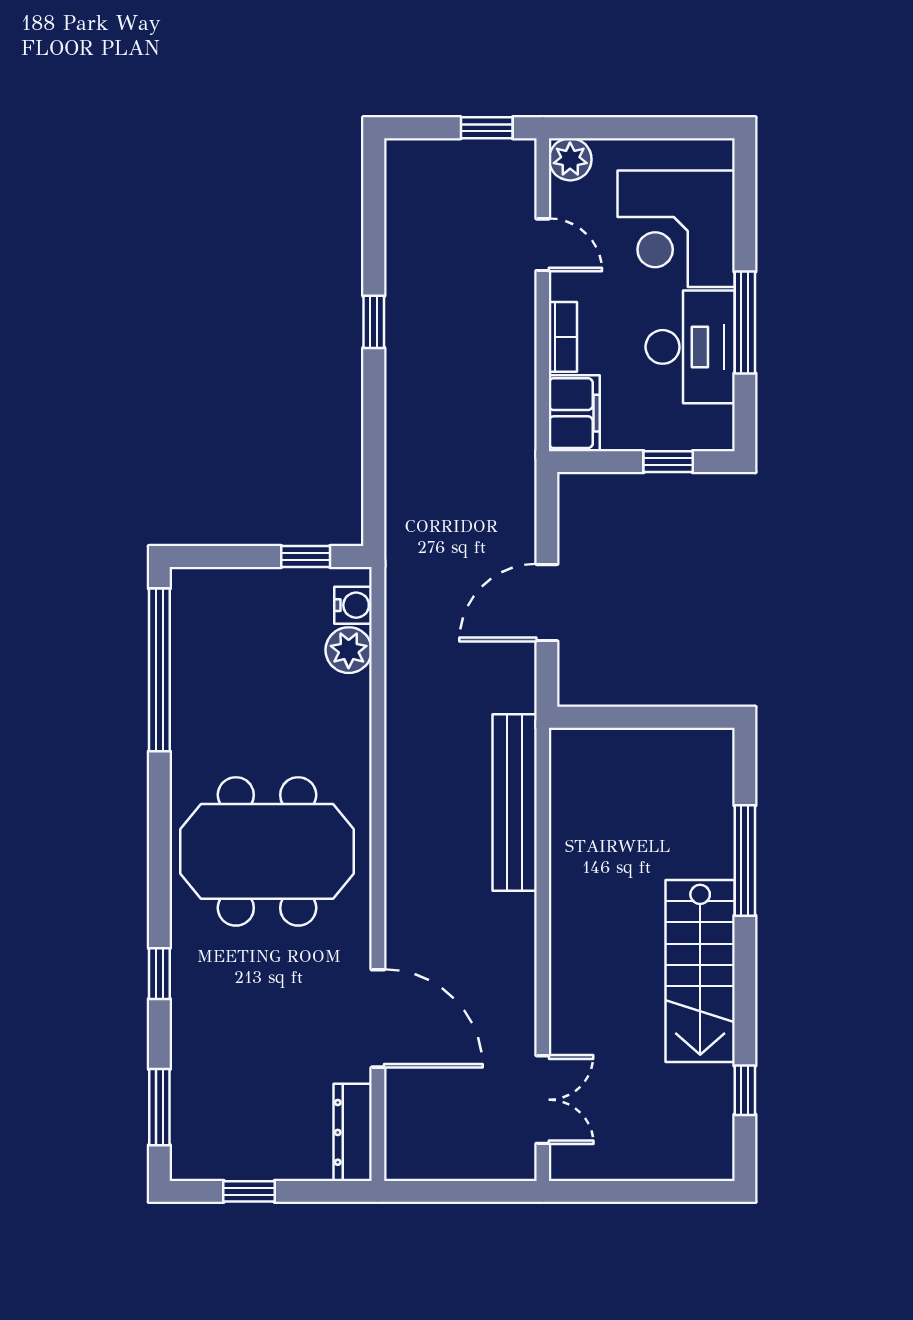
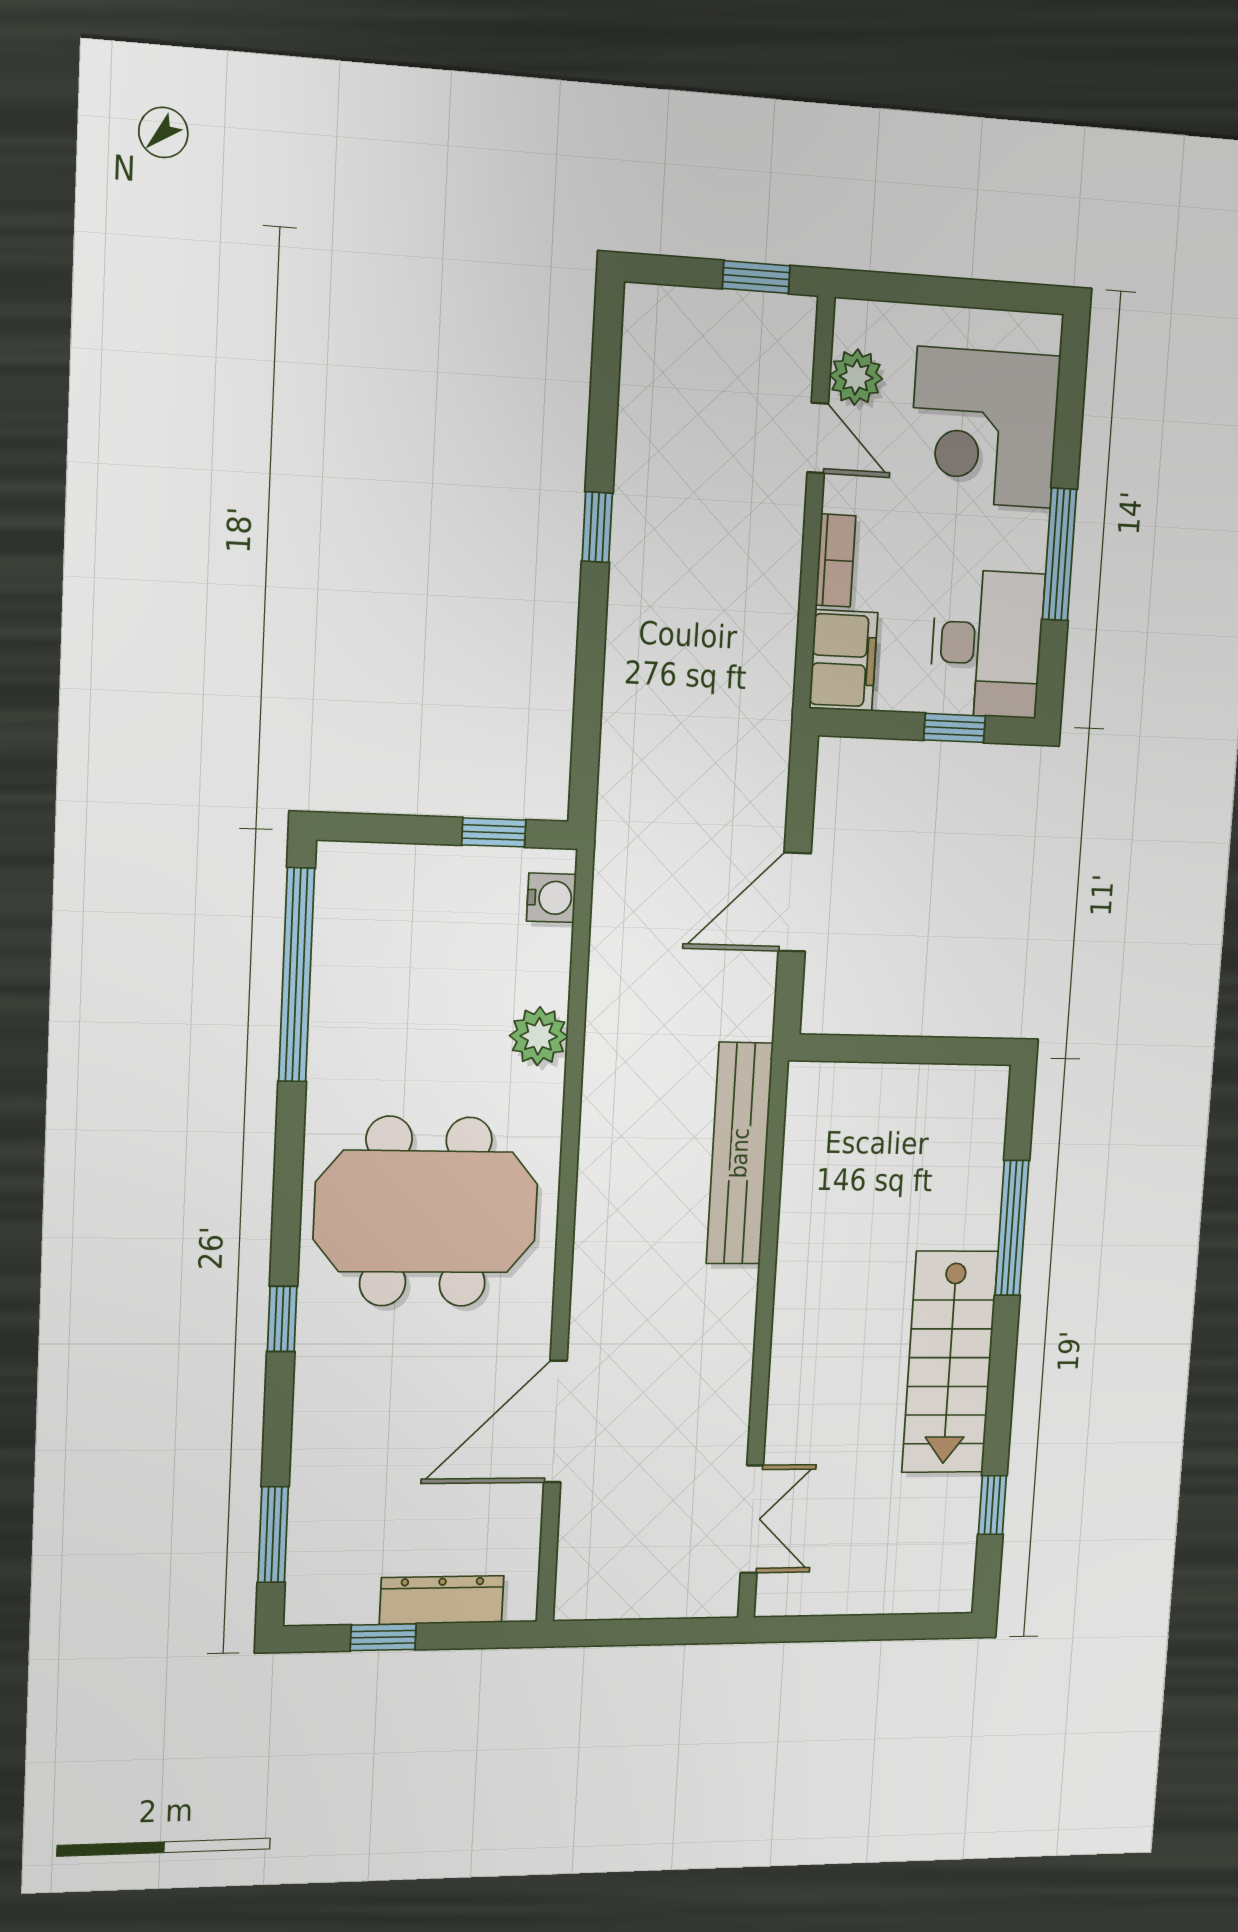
plant: (570, 159) -> (856, 377), moved
desk: (690, 347) -> (987, 644), moved
plant: (349, 650) -> (539, 1036), moved
window: (159, 974) -> (282, 1319), moved
door: (378, 1018) -> (555, 1422), swing flipped
dresser: (353, 1132) -> (442, 1600), moved, turned 90

